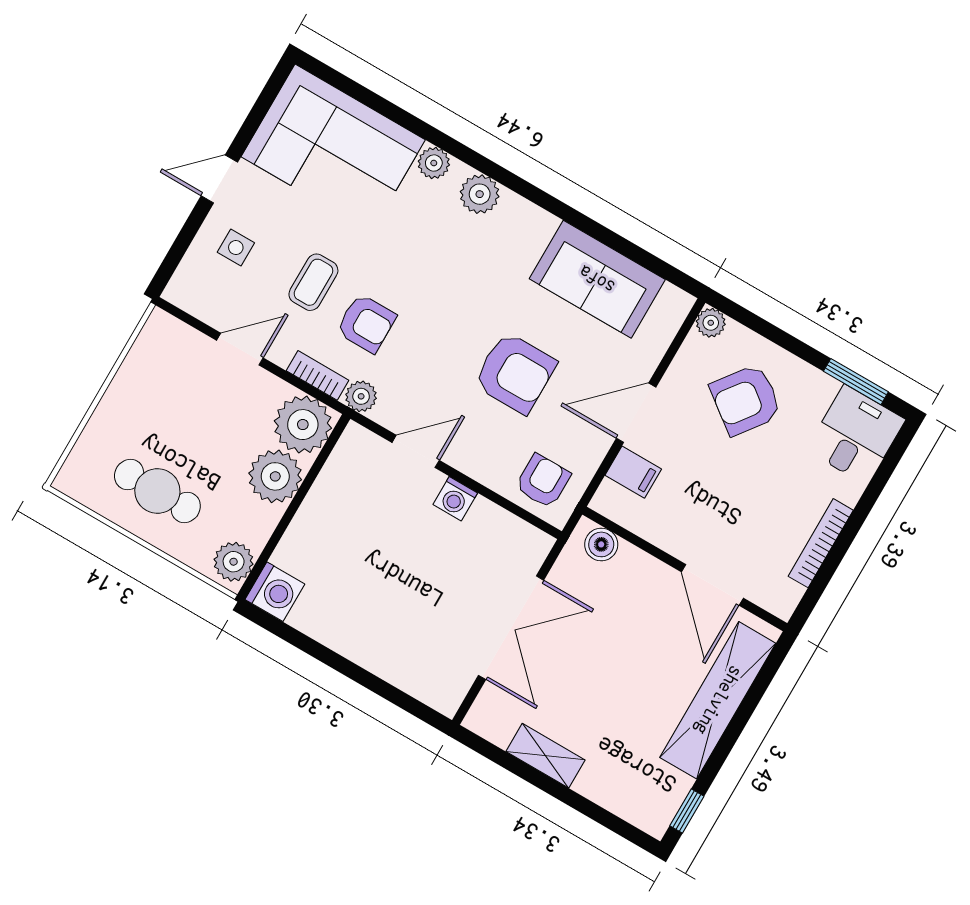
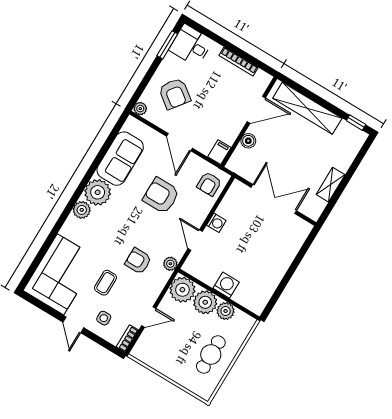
plant: (434, 163) -> (98, 192), moved, width x1.88, depth x1.88
coffee table: (313, 282) -> (105, 283), moved, turned 90
armchair: (366, 323) -> (138, 261), turned -90
door: (240, 349) -> (149, 317), swing flipped
armchair: (515, 373) -> (161, 196), turned -90
bookcase: (318, 375) -> (127, 338), moved
filing cabinet: (633, 472) -> (219, 152), moved
armchair: (543, 481) -> (209, 184), turned -90
boiler: (601, 544) -> (248, 141), moved
plant: (234, 562) -> (226, 311), moved
washing machine: (275, 592) -> (226, 285), moved

